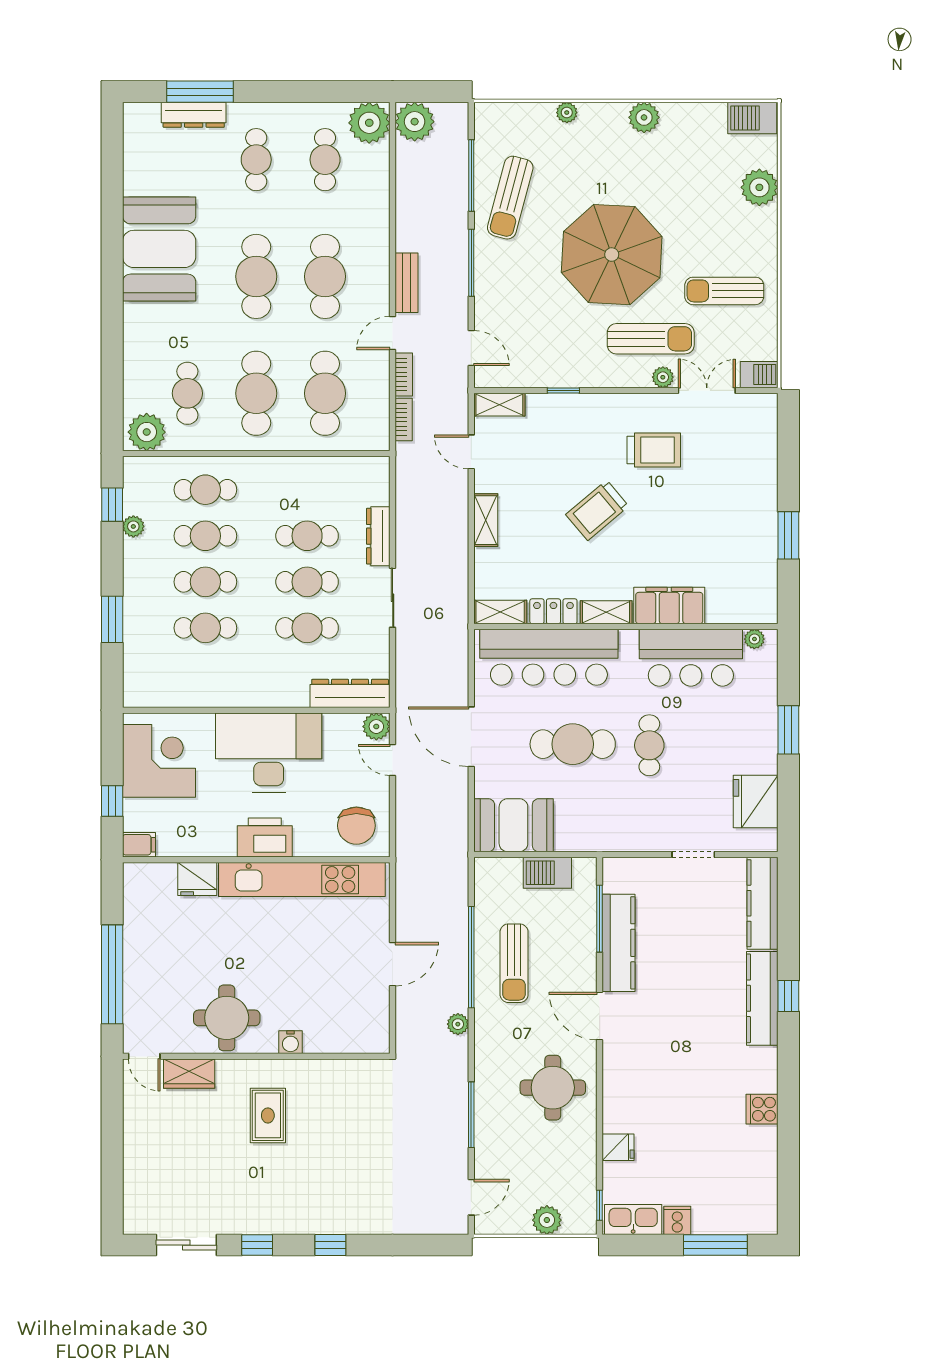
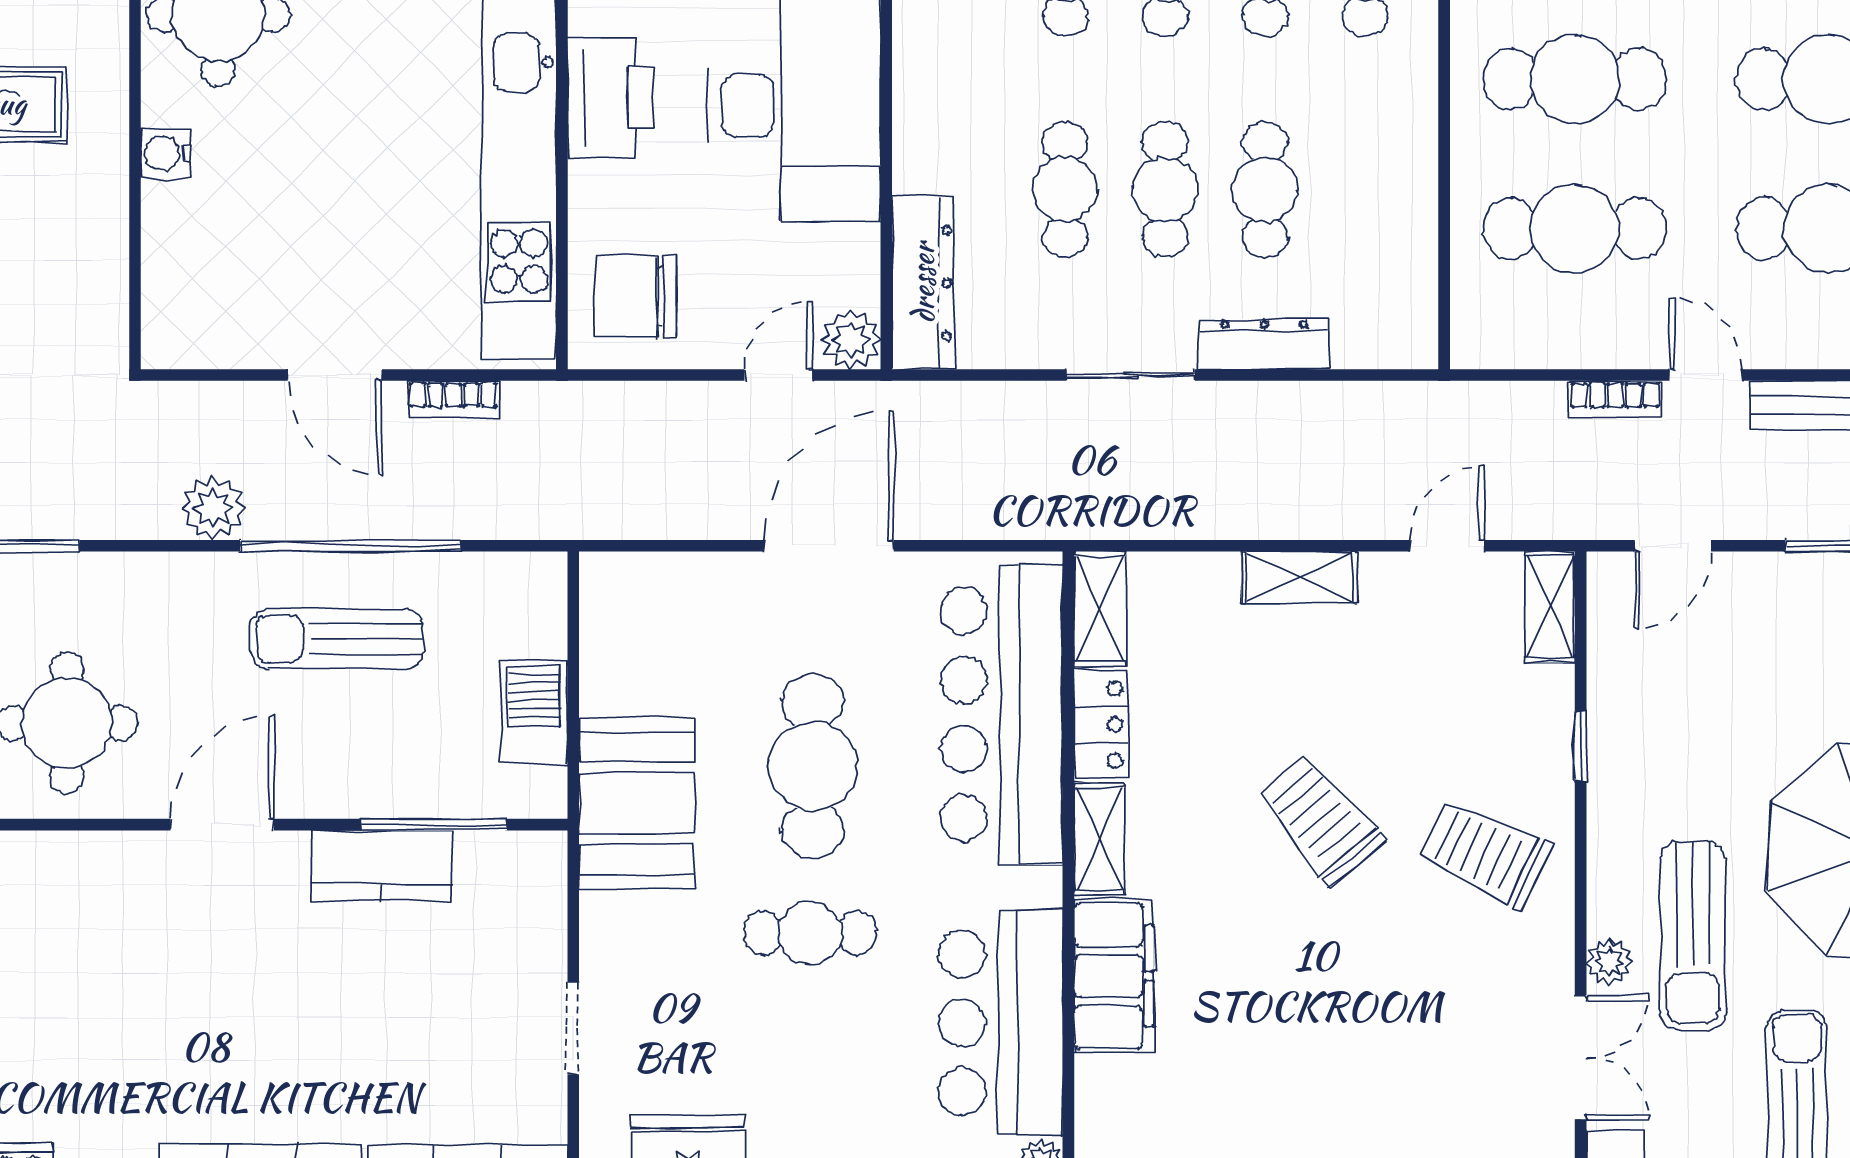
bookcase: (404, 420) -> (453, 399), moved
trolley: (654, 450) -> (1485, 854), moved, turned 115
booth: (513, 825) -> (637, 803), moved
kitchen counter: (618, 943) -> (381, 866), width x0.67
plant: (458, 1024) -> (214, 508), width x1.38, depth x1.38

